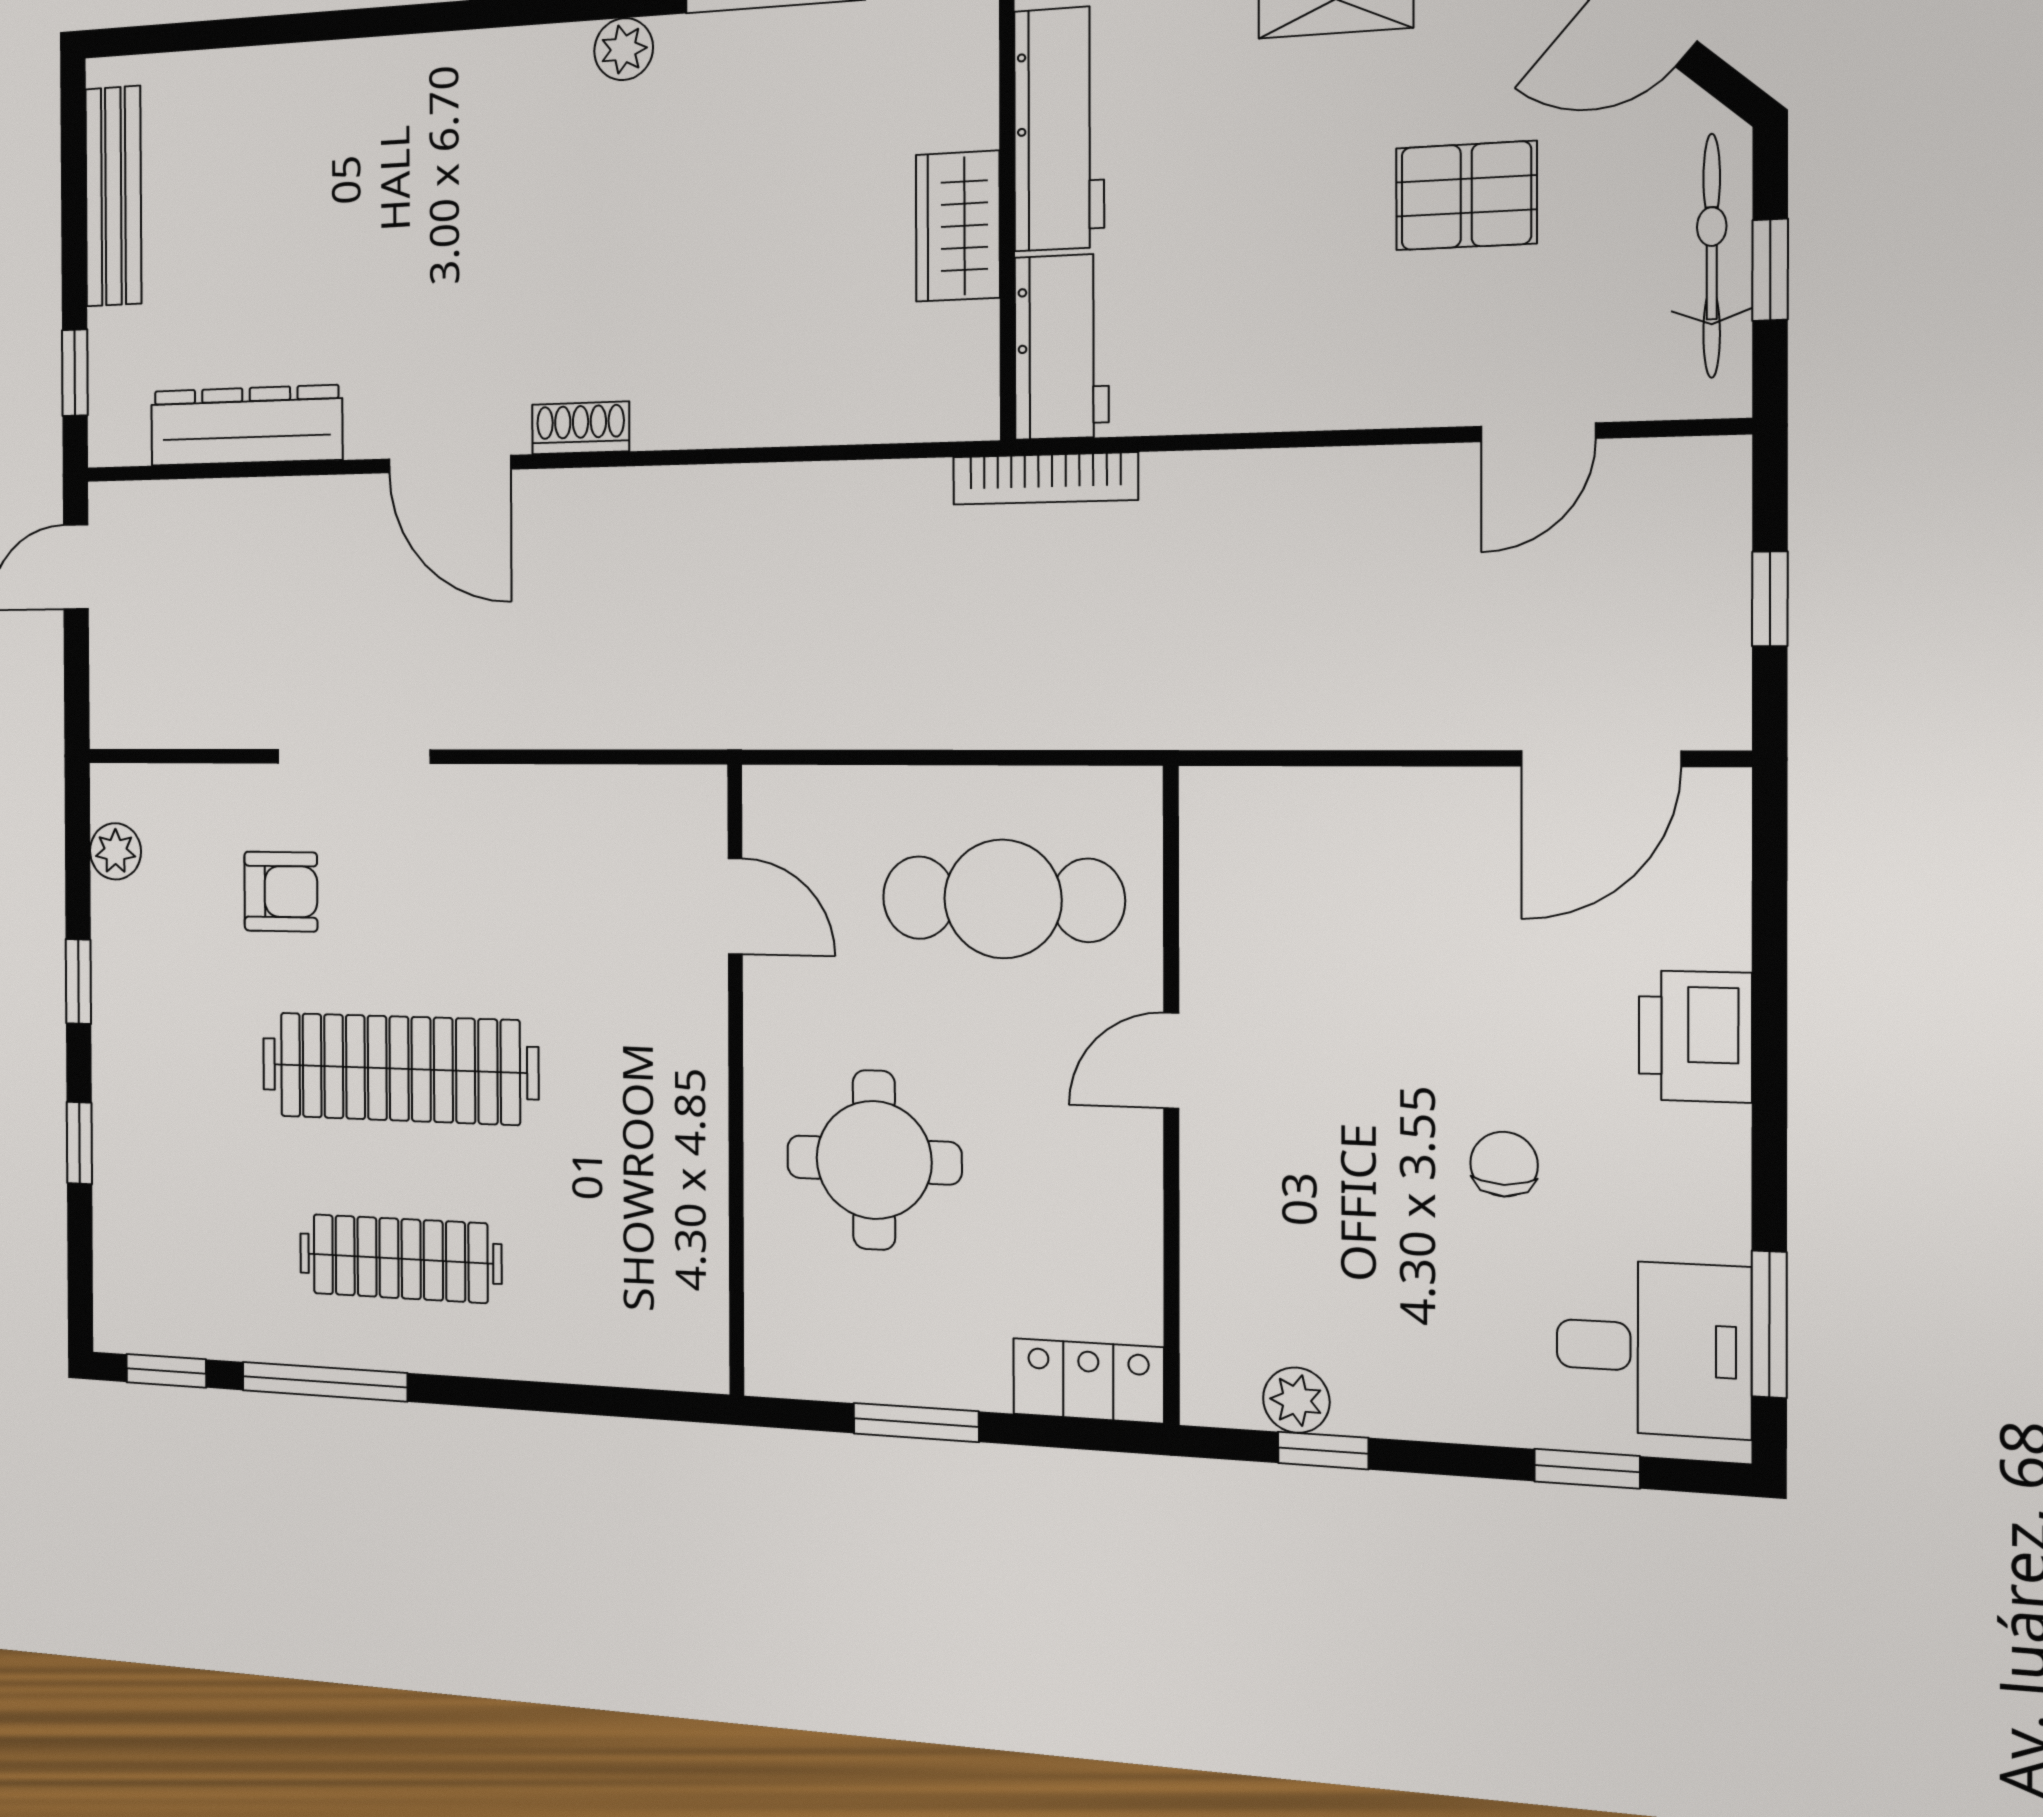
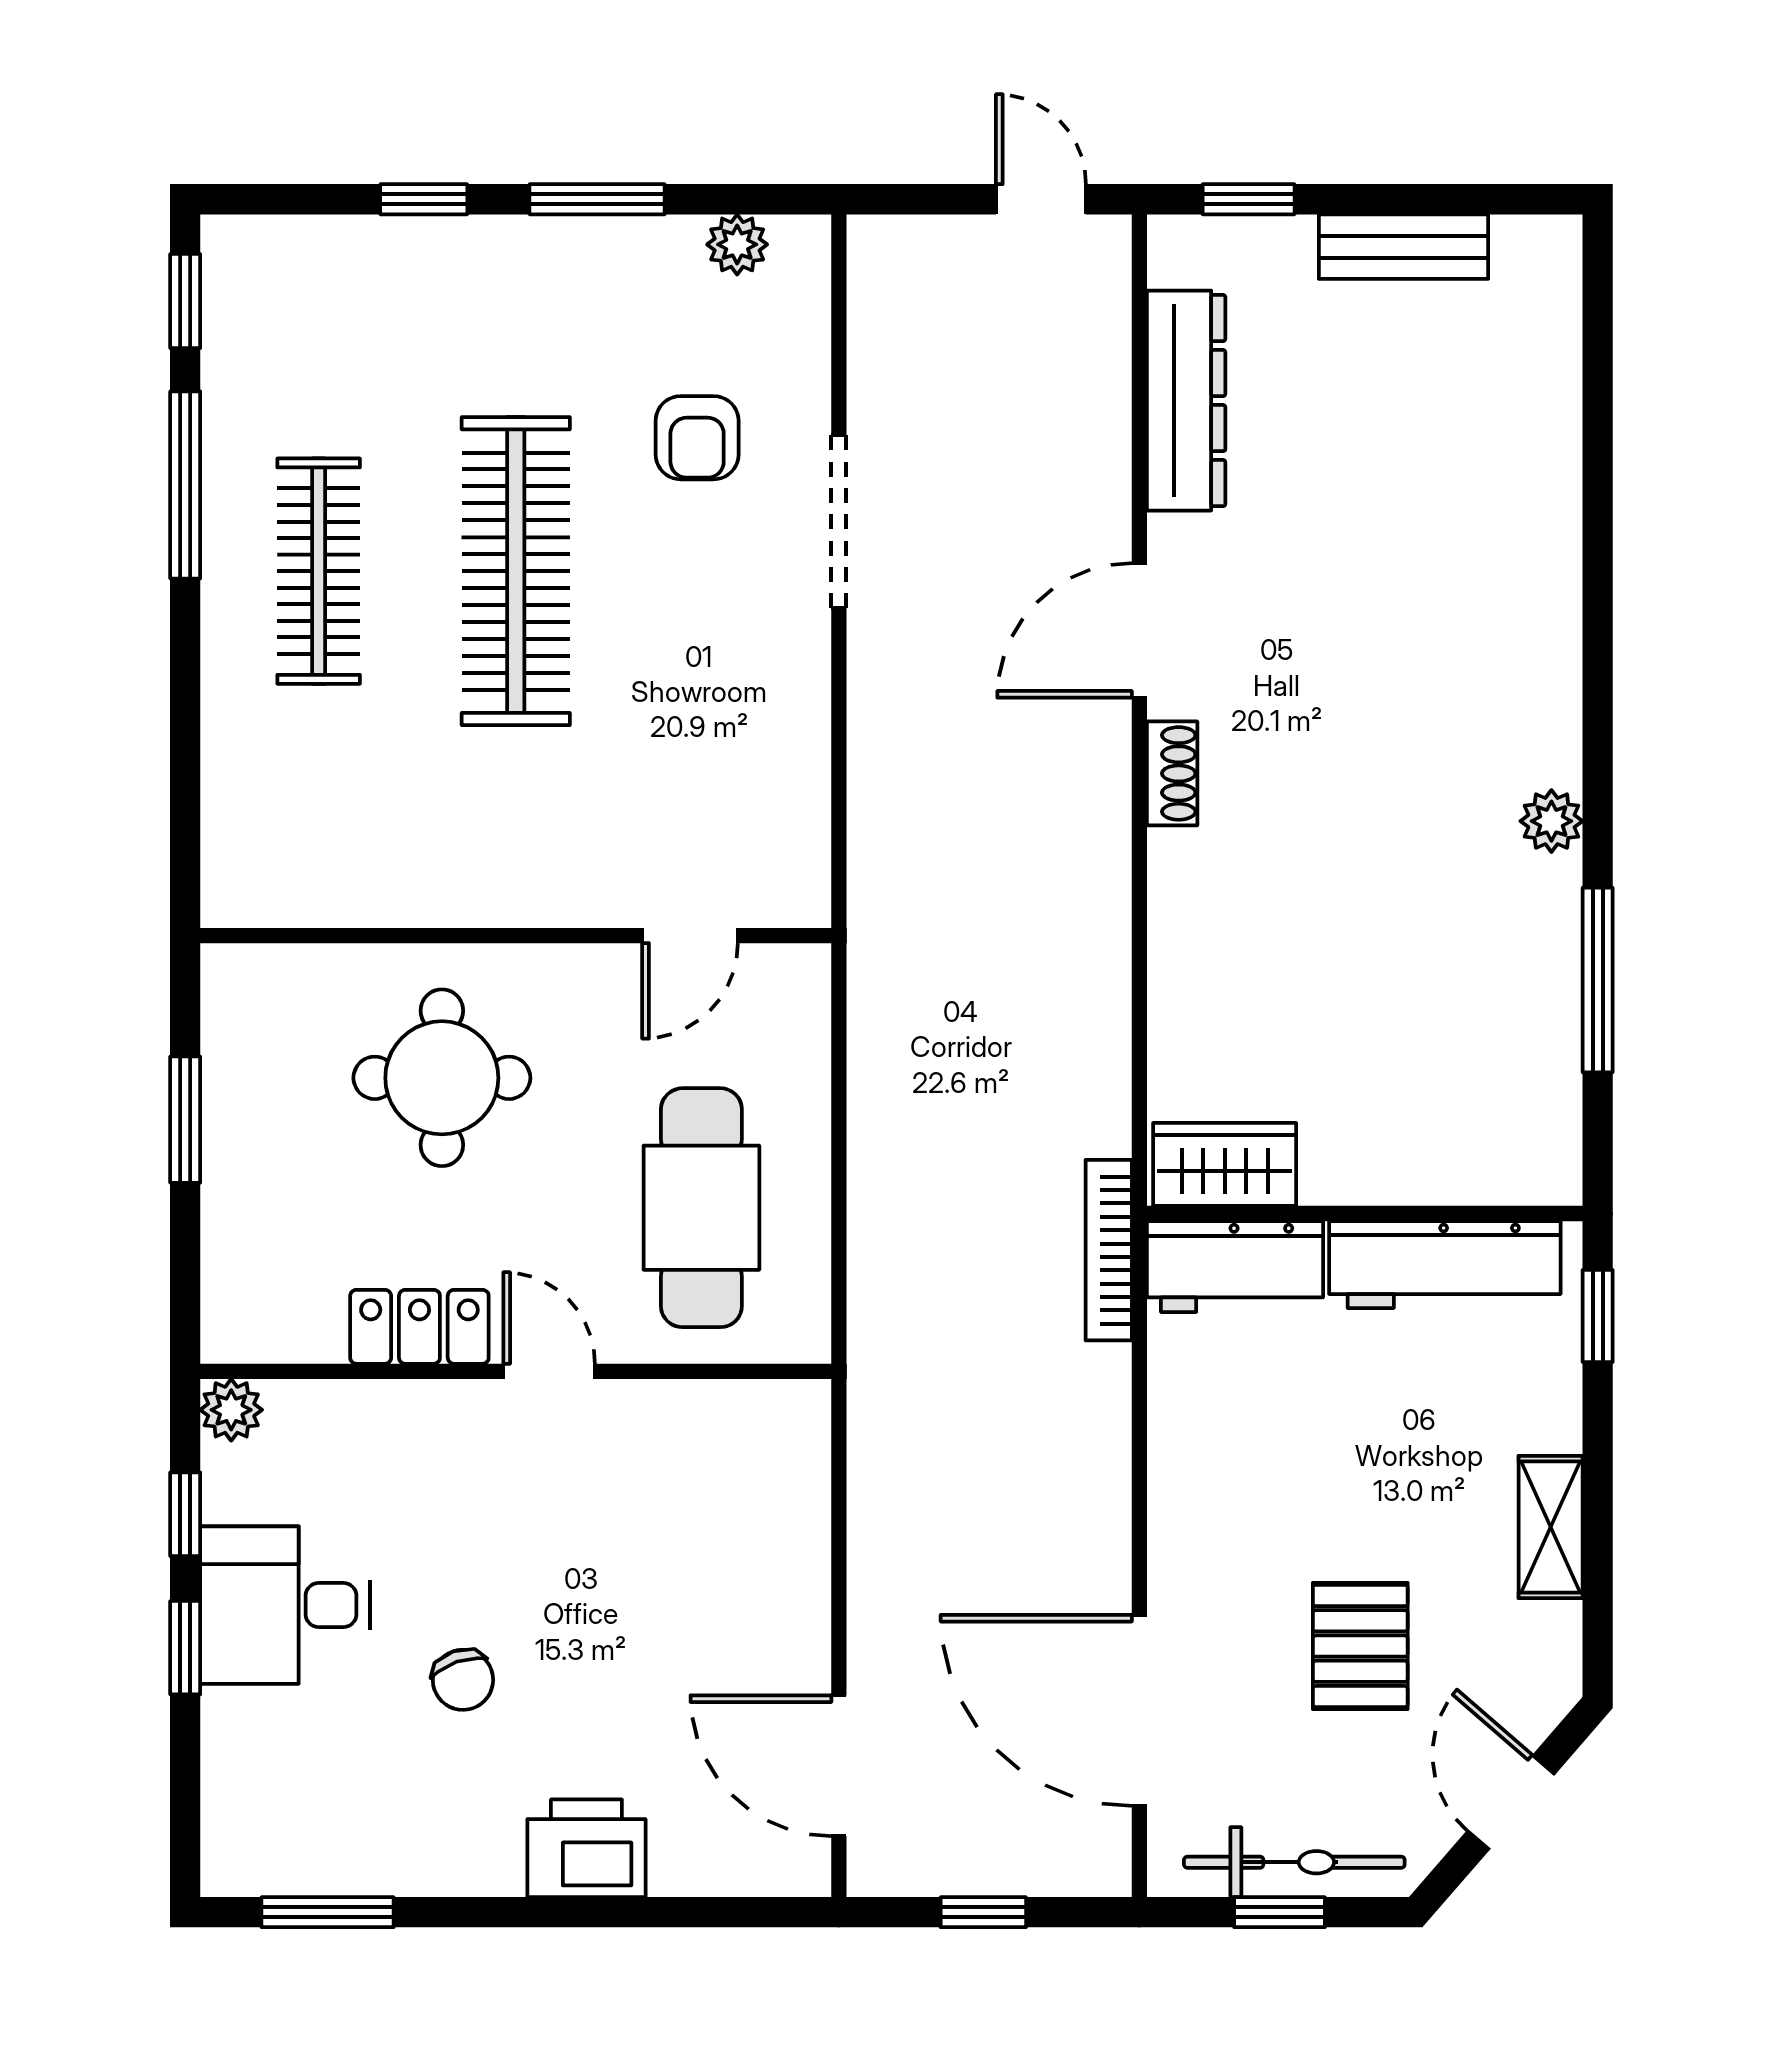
bench: (113, 196) -> (1403, 247), width x0.73
wardrobe: (958, 226) -> (1225, 1164), moved
door: (1538, 432) -> (1139, 1710), width x1.88
window: (78, 982) -> (597, 199), width x1.50
chair: (1504, 1164) -> (463, 1680), turned 71
desk: (1654, 1348) -> (285, 1605), moved, turned 90
locker: (1088, 1381) -> (419, 1327), moved, turned -90
plant: (1296, 1400) -> (231, 1410), moved
window: (1587, 1469) -> (185, 1648), moved

